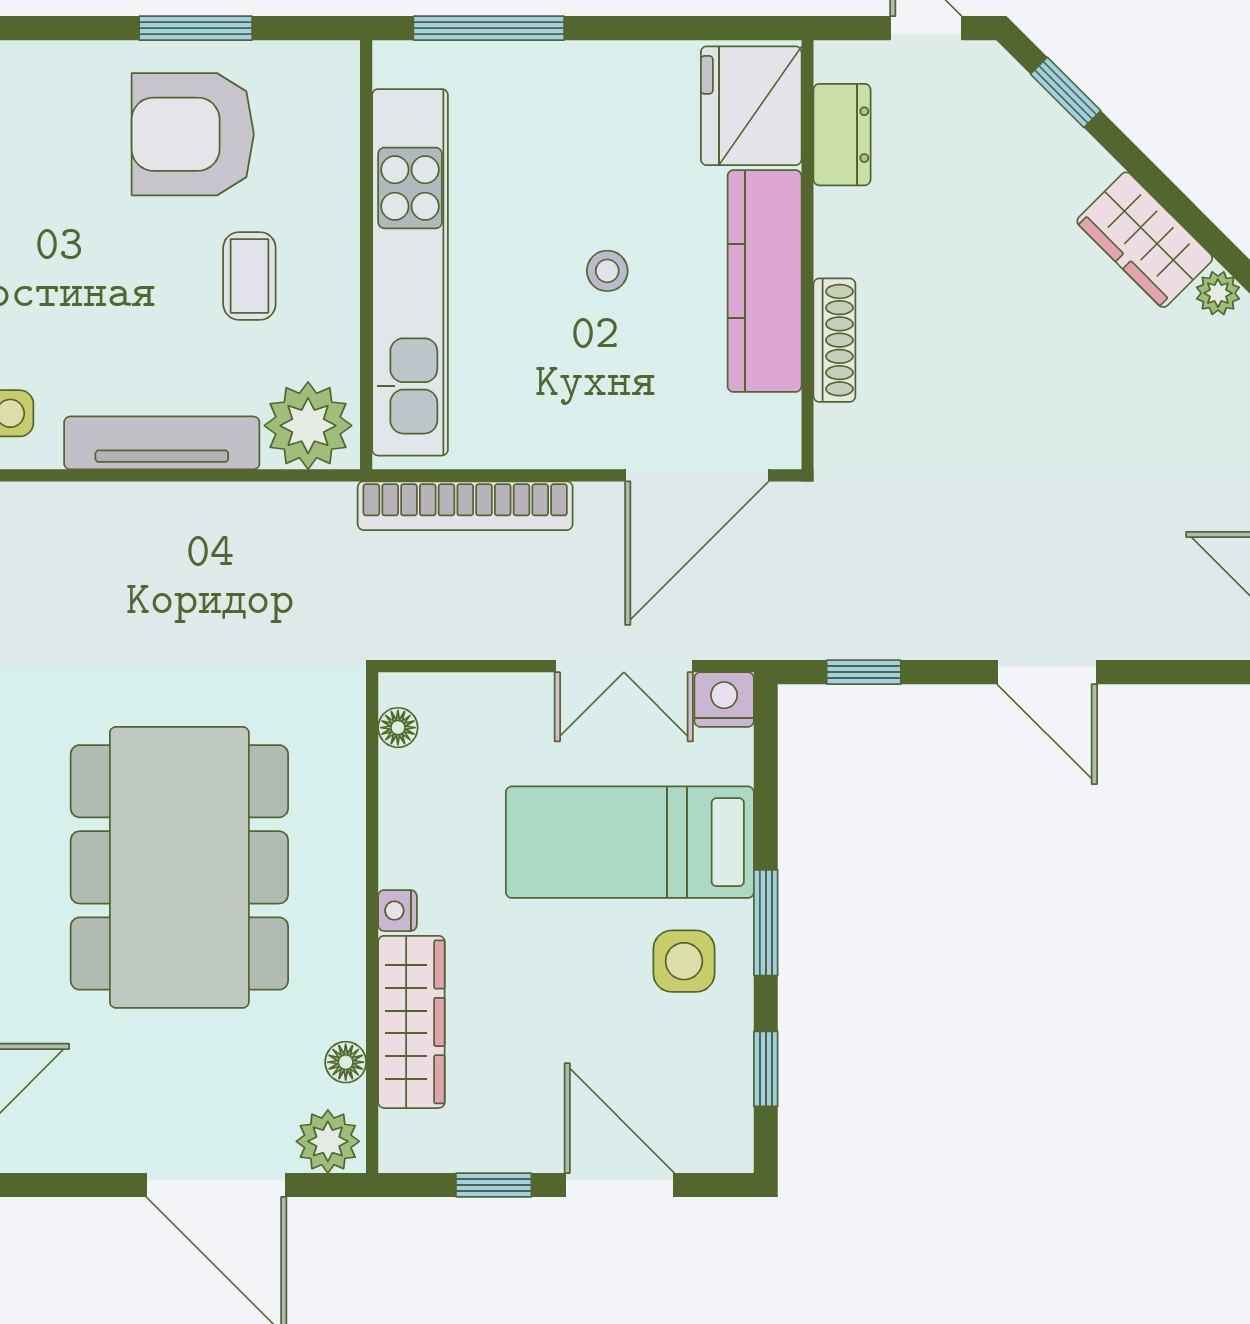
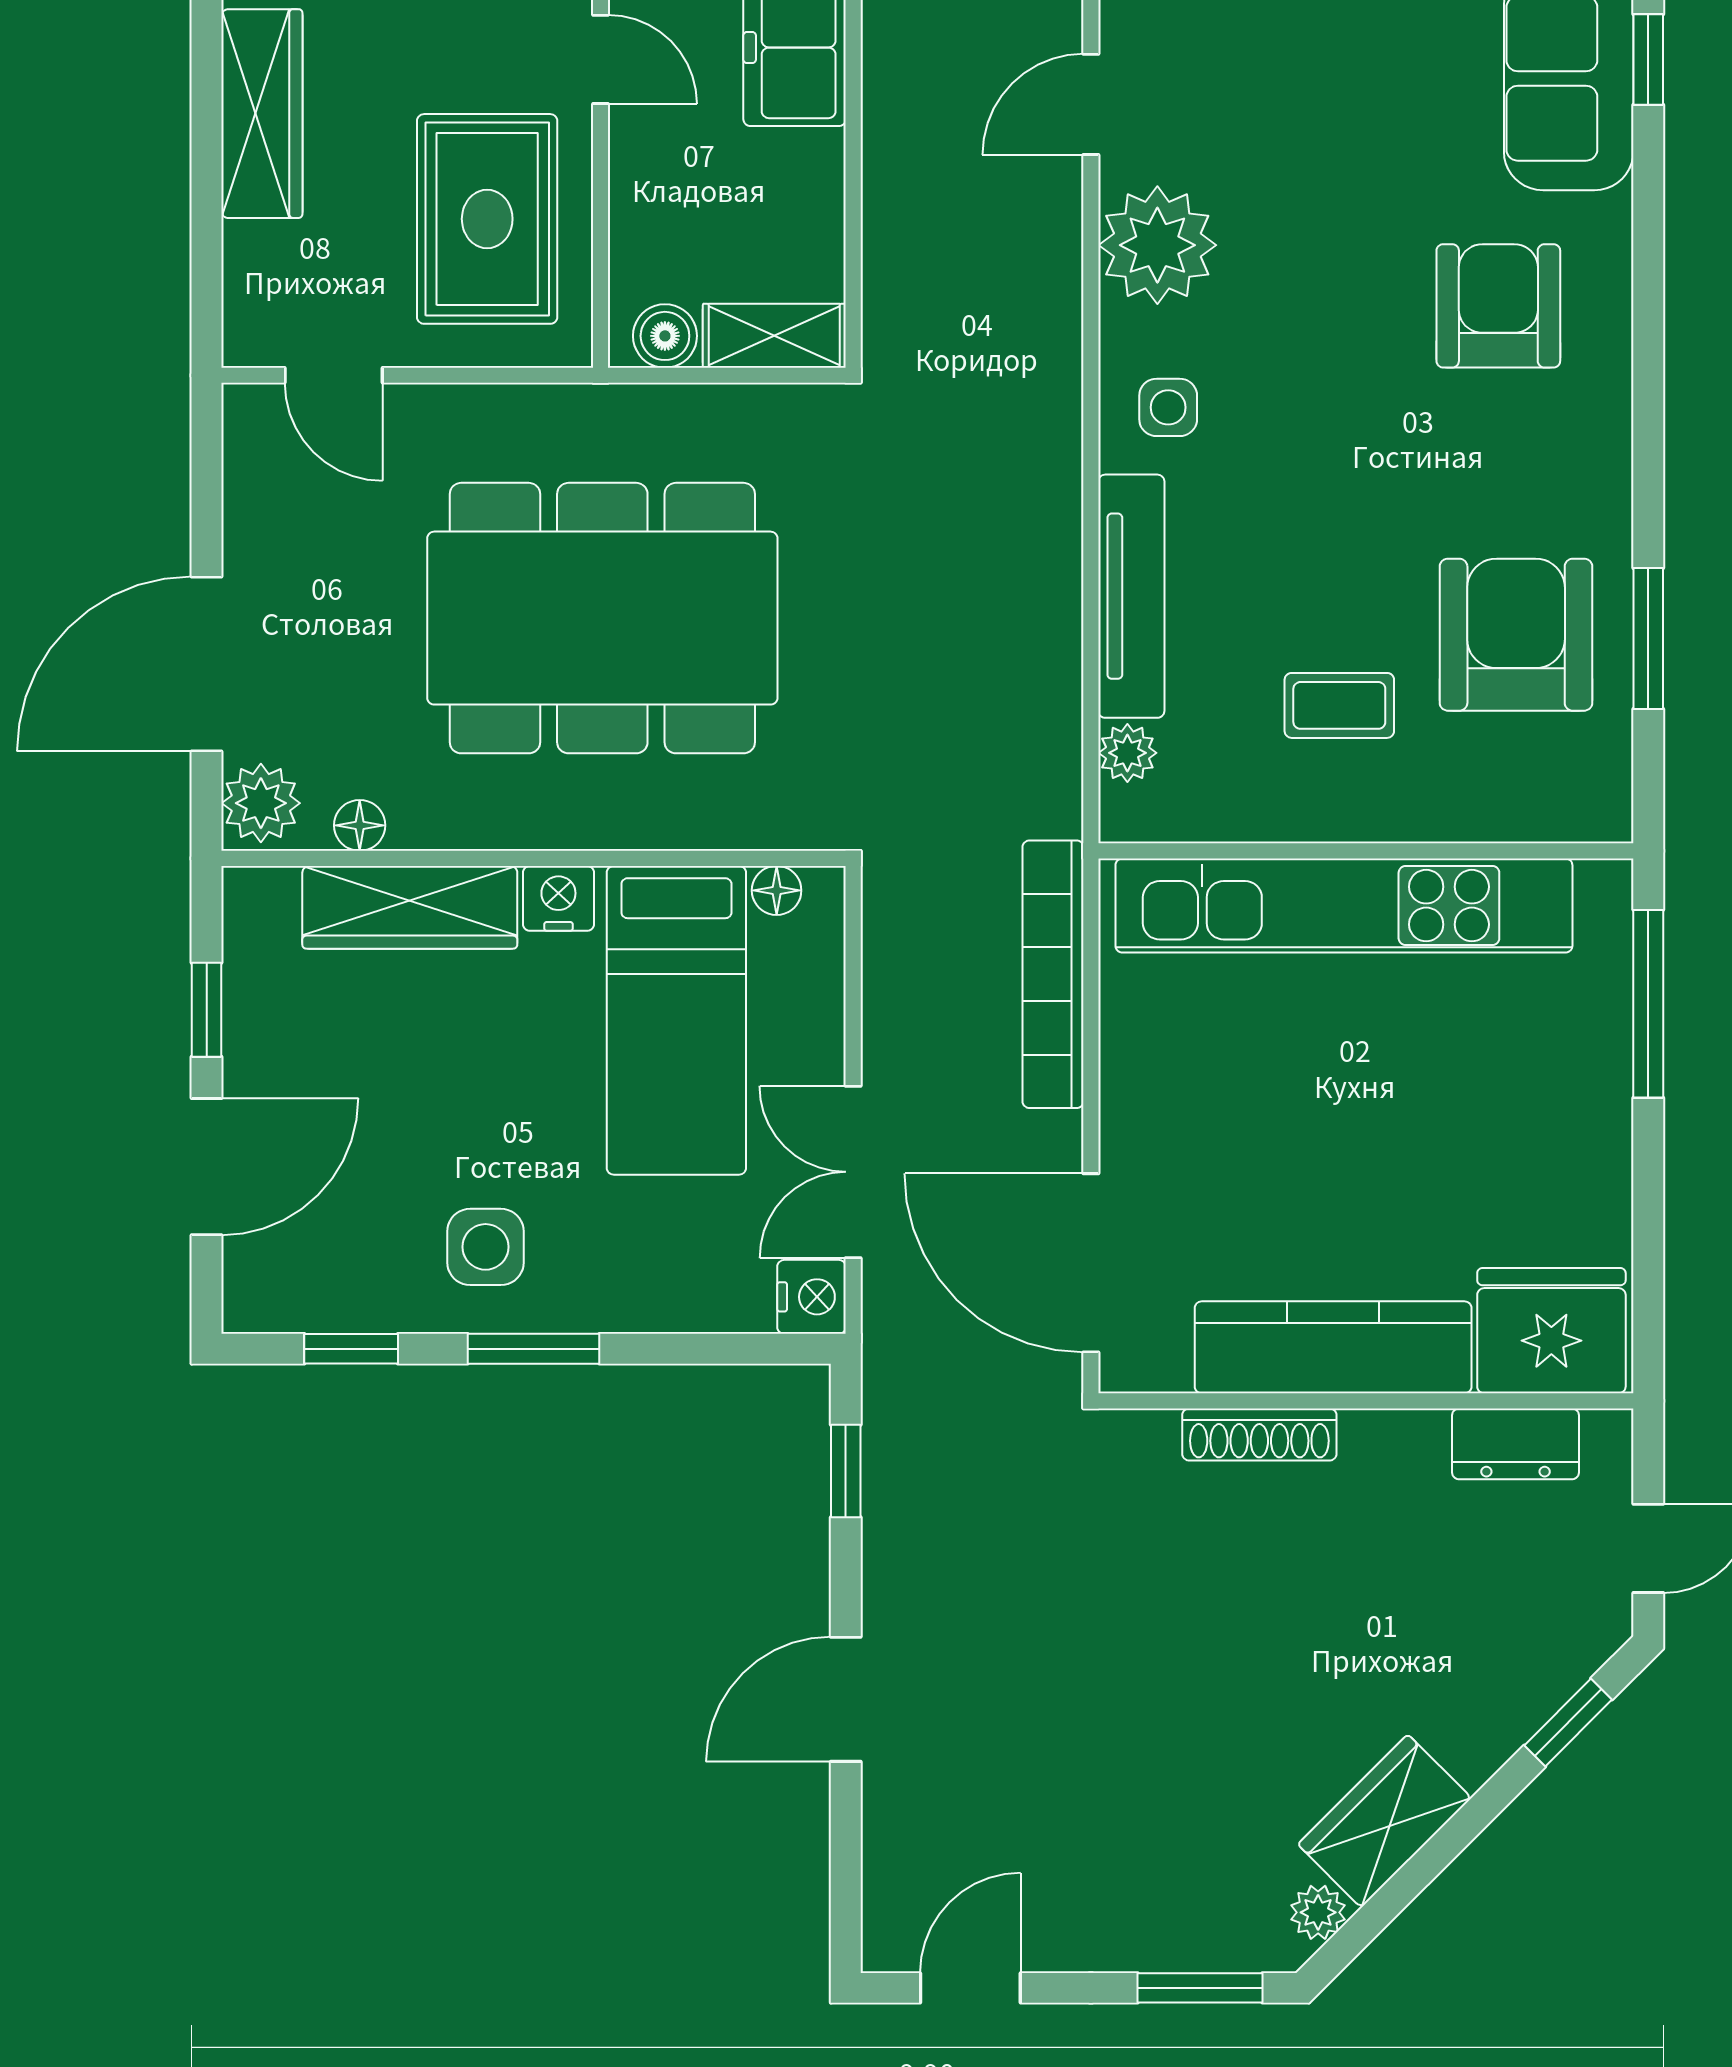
stool: (607, 271) -> (1346, 1151), removed
plant: (308, 426) -> (1127, 753), width x0.53, depth x0.53
bed: (630, 842) -> (676, 1020), moved, turned 180
nightstand: (397, 911) -> (558, 898), width x1.39, depth x1.35

